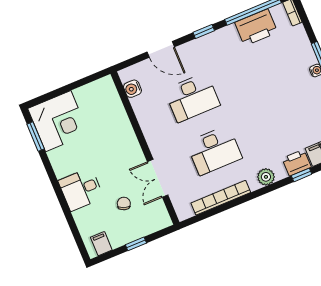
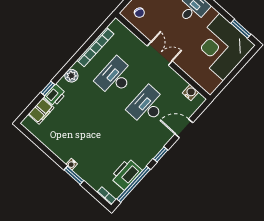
corner desk: (58, 121) -> (221, 47), width x1.36, depth x1.36
double door: (158, 178) -> (160, 54), moved
chair: (124, 204) -> (139, 13), moved

